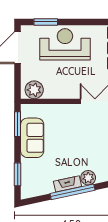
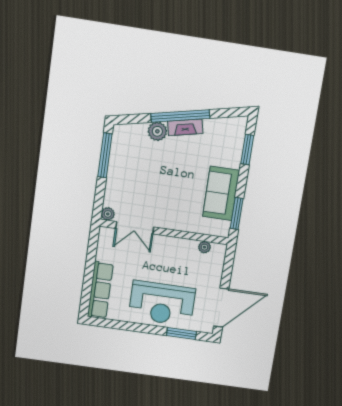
plant: (34, 90) -> (204, 247), width x0.53, depth x0.53

